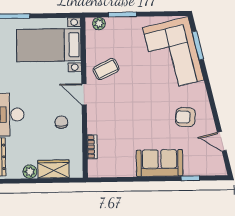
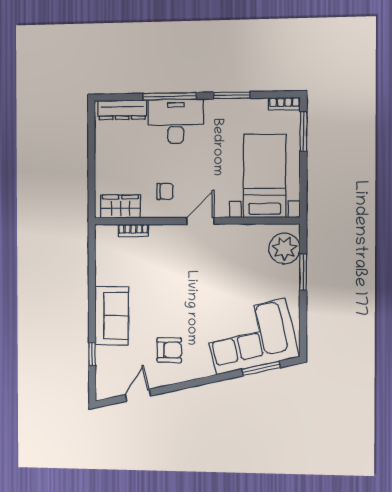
plant: (99, 24) -> (284, 249), width x1.88, depth x1.88
coffee table: (106, 69) -> (232, 250), removed
armchair: (185, 117) -> (169, 350), turned 86
wardrobe: (53, 169) -> (120, 207), moved, turned -90
plant: (30, 172) -> (103, 151), removed

